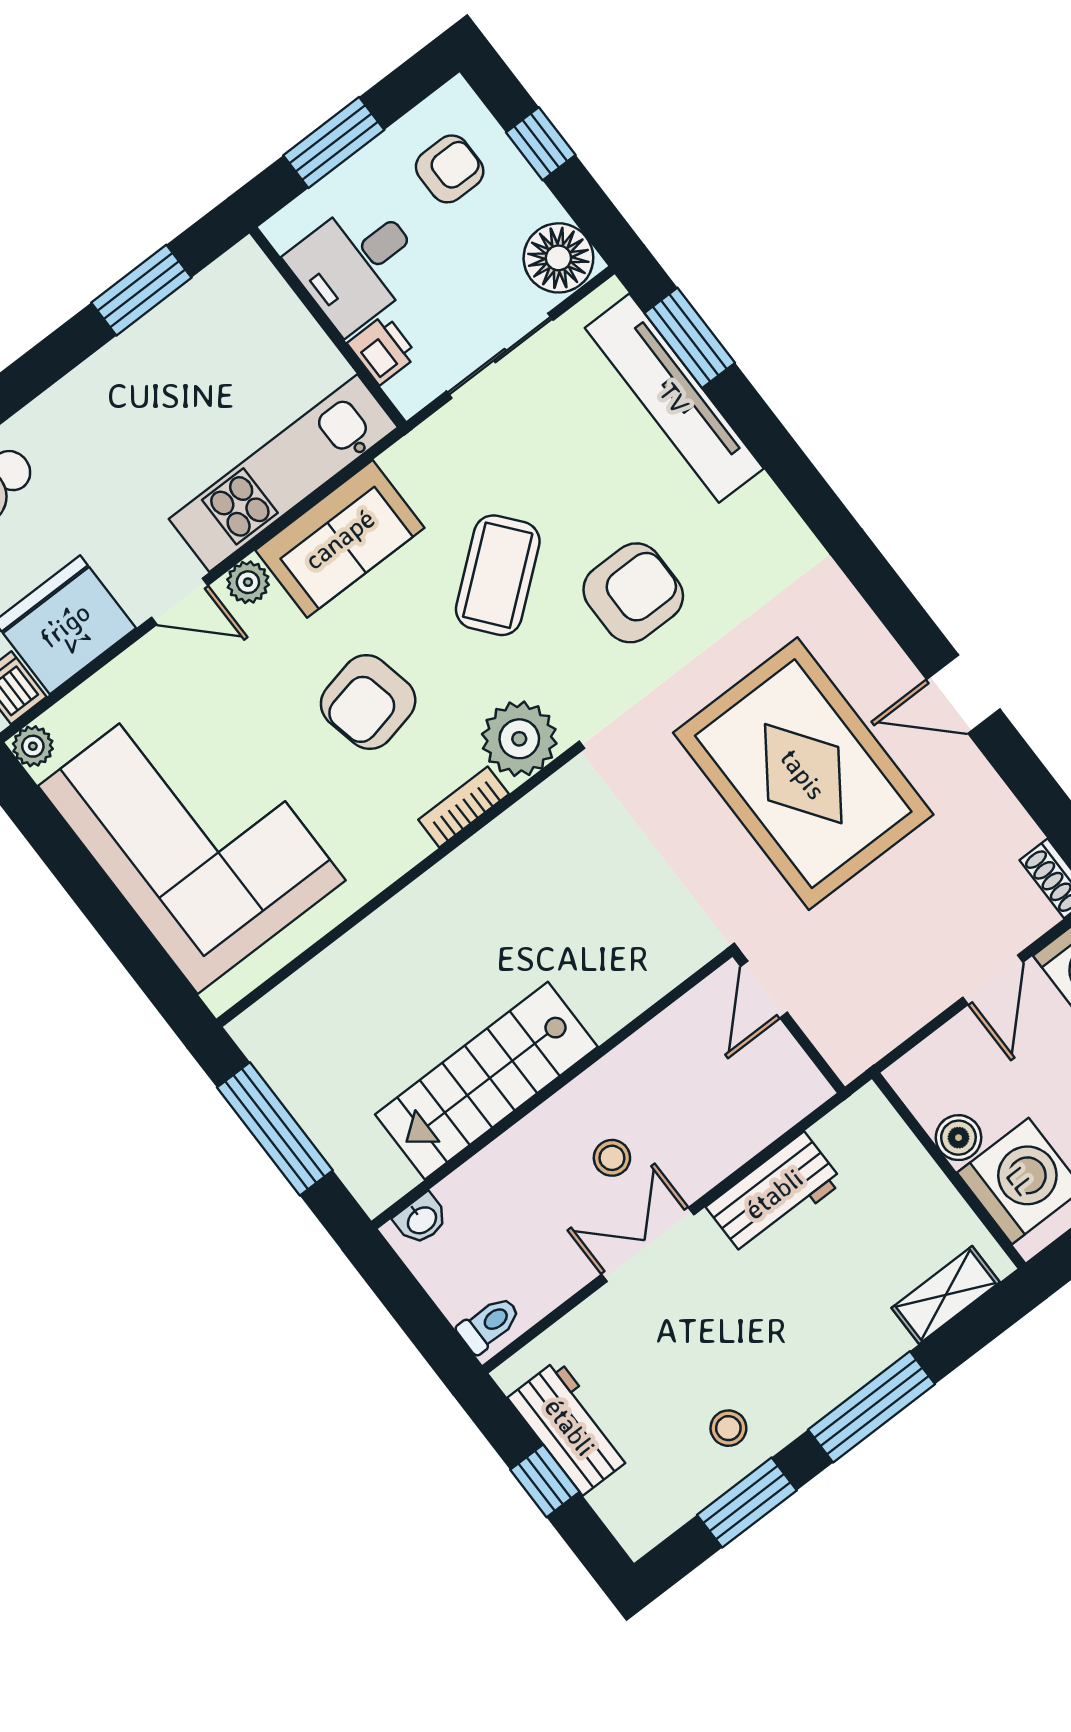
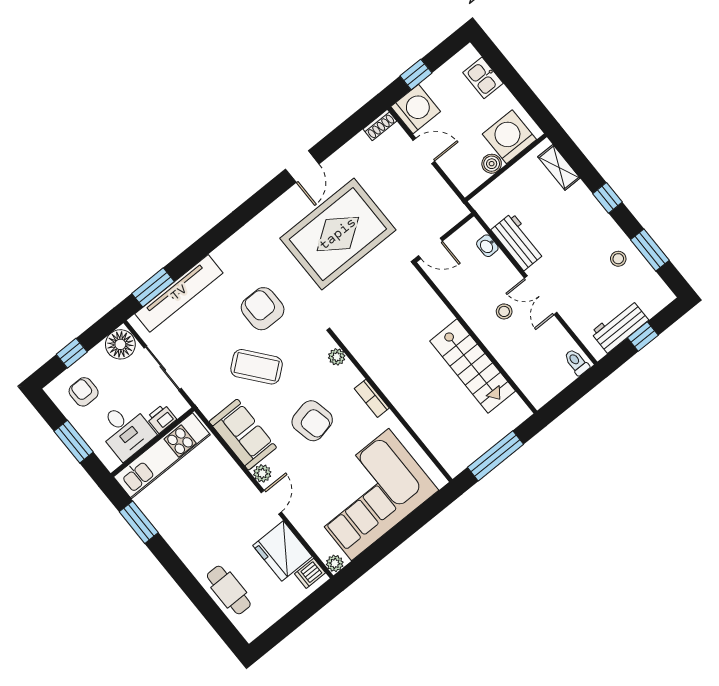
kitchen unit: (283, 473) -> (162, 456), moved, turned -90
plant: (519, 739) -> (337, 357), width x0.53, depth x0.53
bookcase: (464, 807) -> (372, 398), moved
washbasin: (421, 1219) -> (487, 246), moved, turned 180
window: (872, 1407) -> (608, 198), width x0.46

